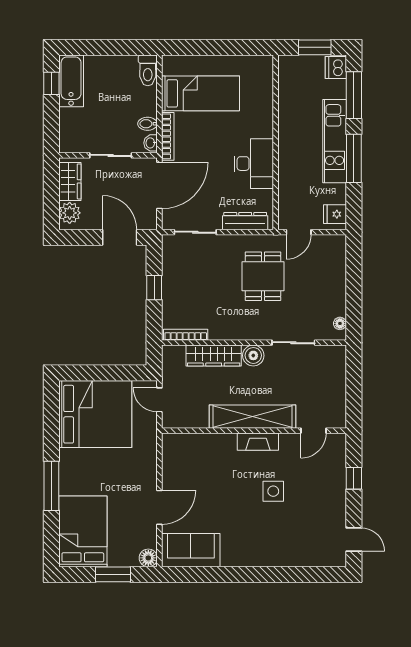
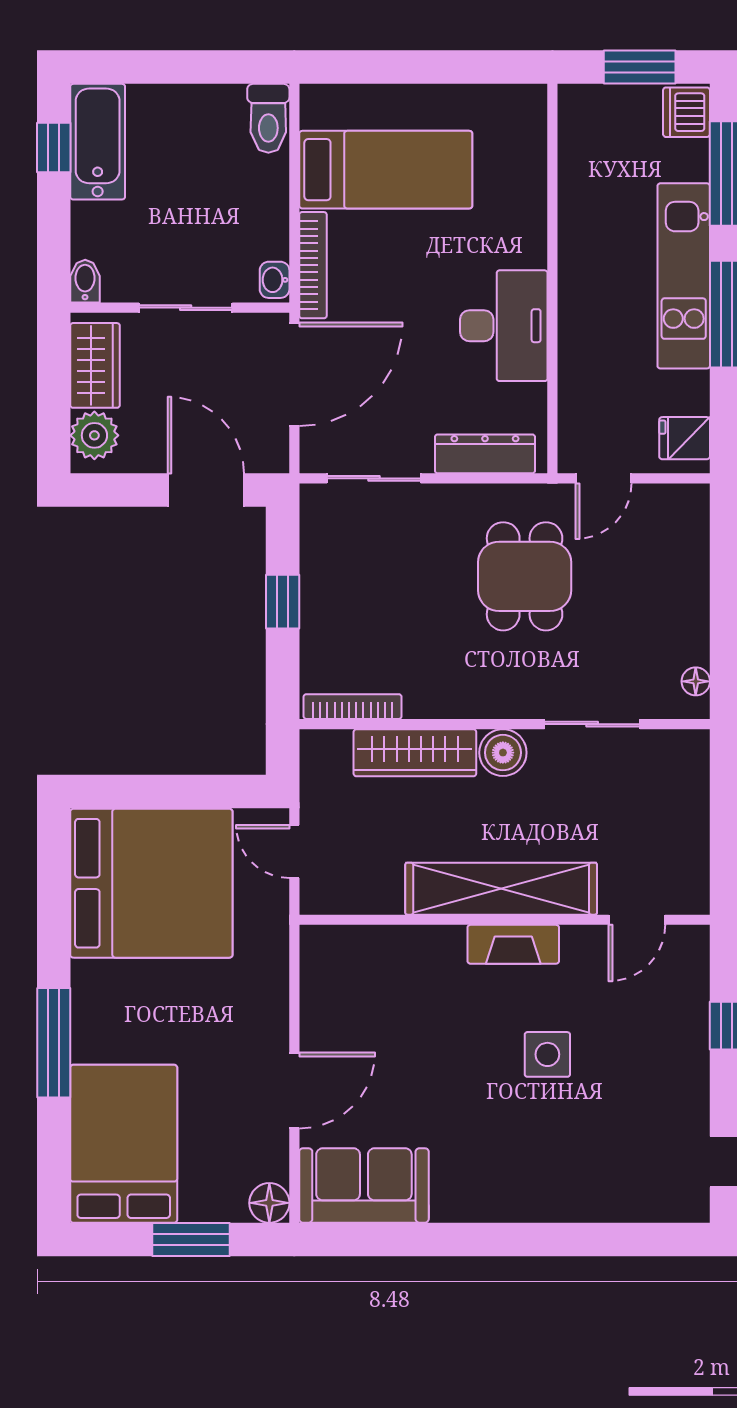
bidet: (148, 124) -> (85, 281), moved, turned 90

